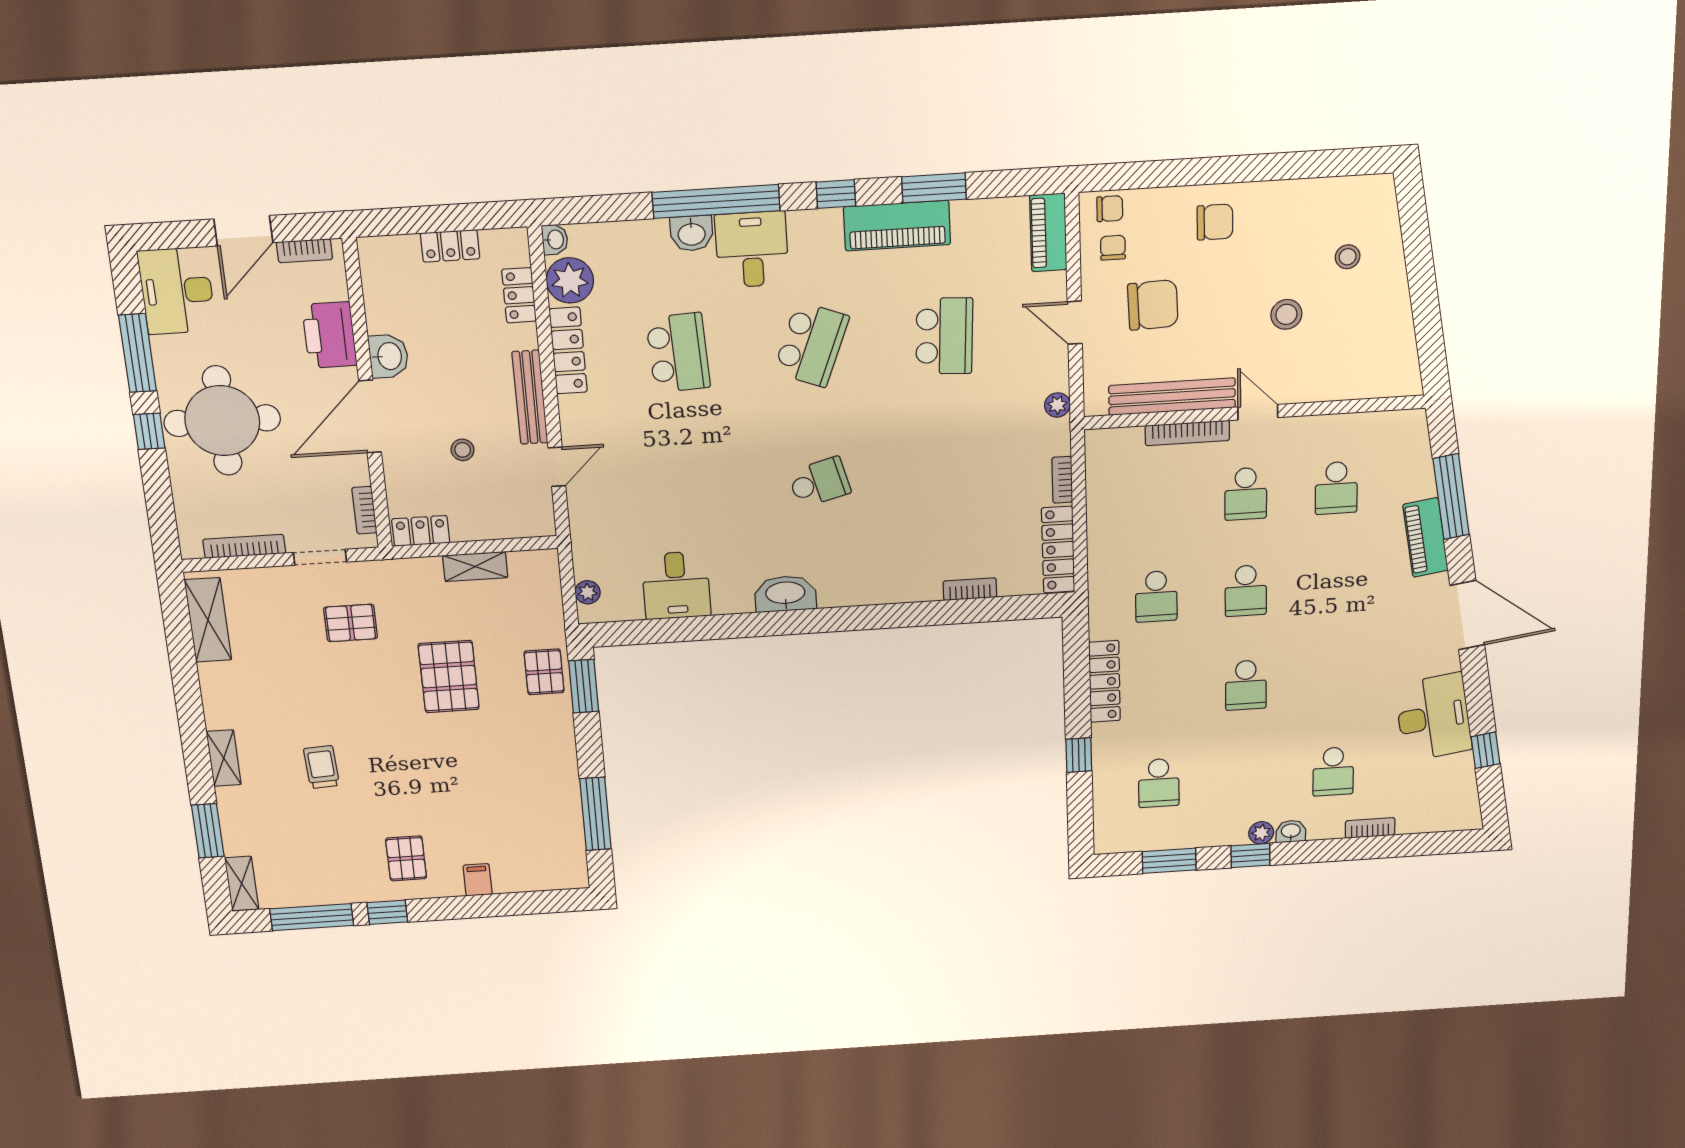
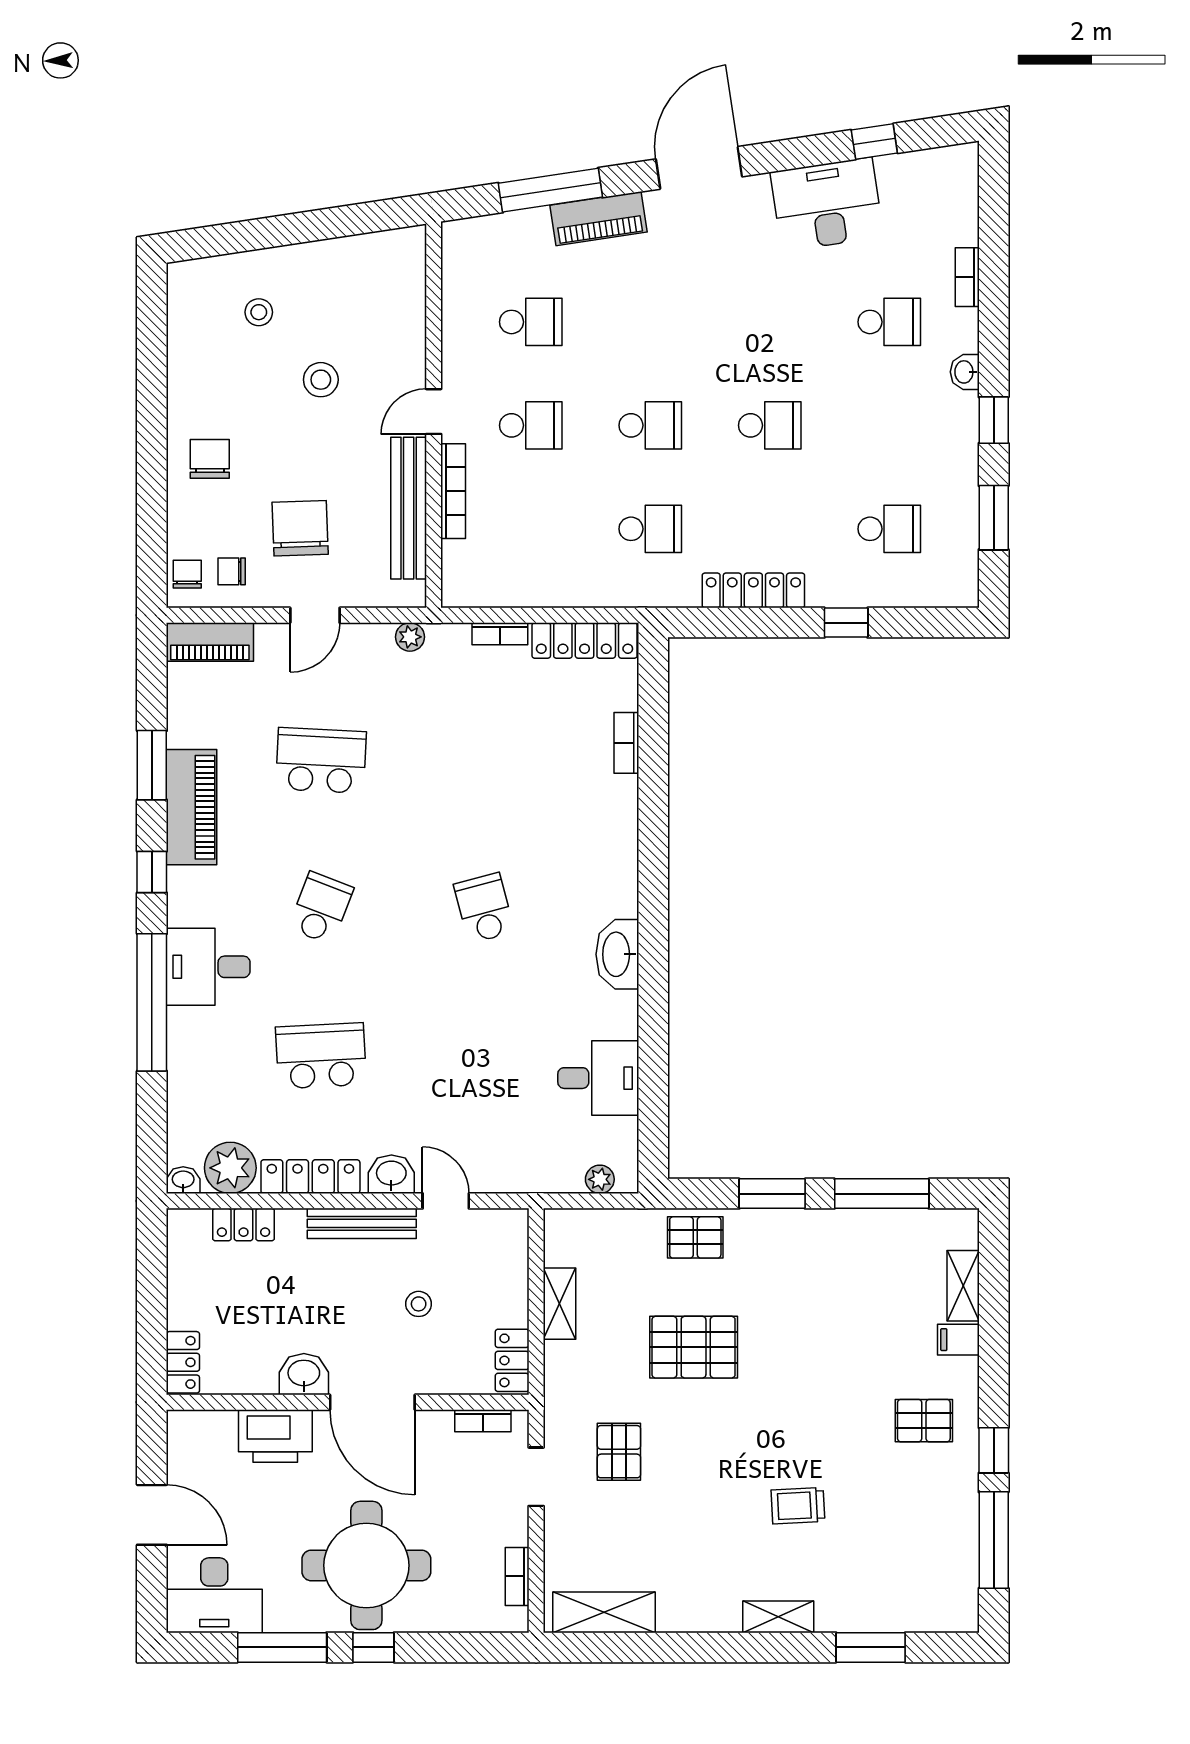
washbasin: (692, 233) -> (391, 1174), moved, turned -90
locker: (450, 246) -> (183, 1362), moved
bookcase: (304, 251) -> (178, 1452), removed
school desk: (811, 344) -> (321, 908), width x0.54
bookcase: (244, 546) -> (517, 1576), width x0.64
window: (584, 686) -> (772, 1194), moved
plant: (1261, 833) -> (964, 407), removed
shelving: (242, 884) -> (963, 1286), moved, turned 90

